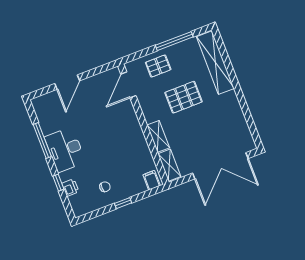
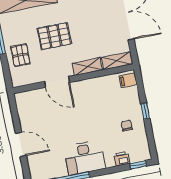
door: (128, 85) -> (57, 82), moved
pallet: (184, 97) -> (54, 36), turned 90
window: (58, 183) -> (138, 165), moved

